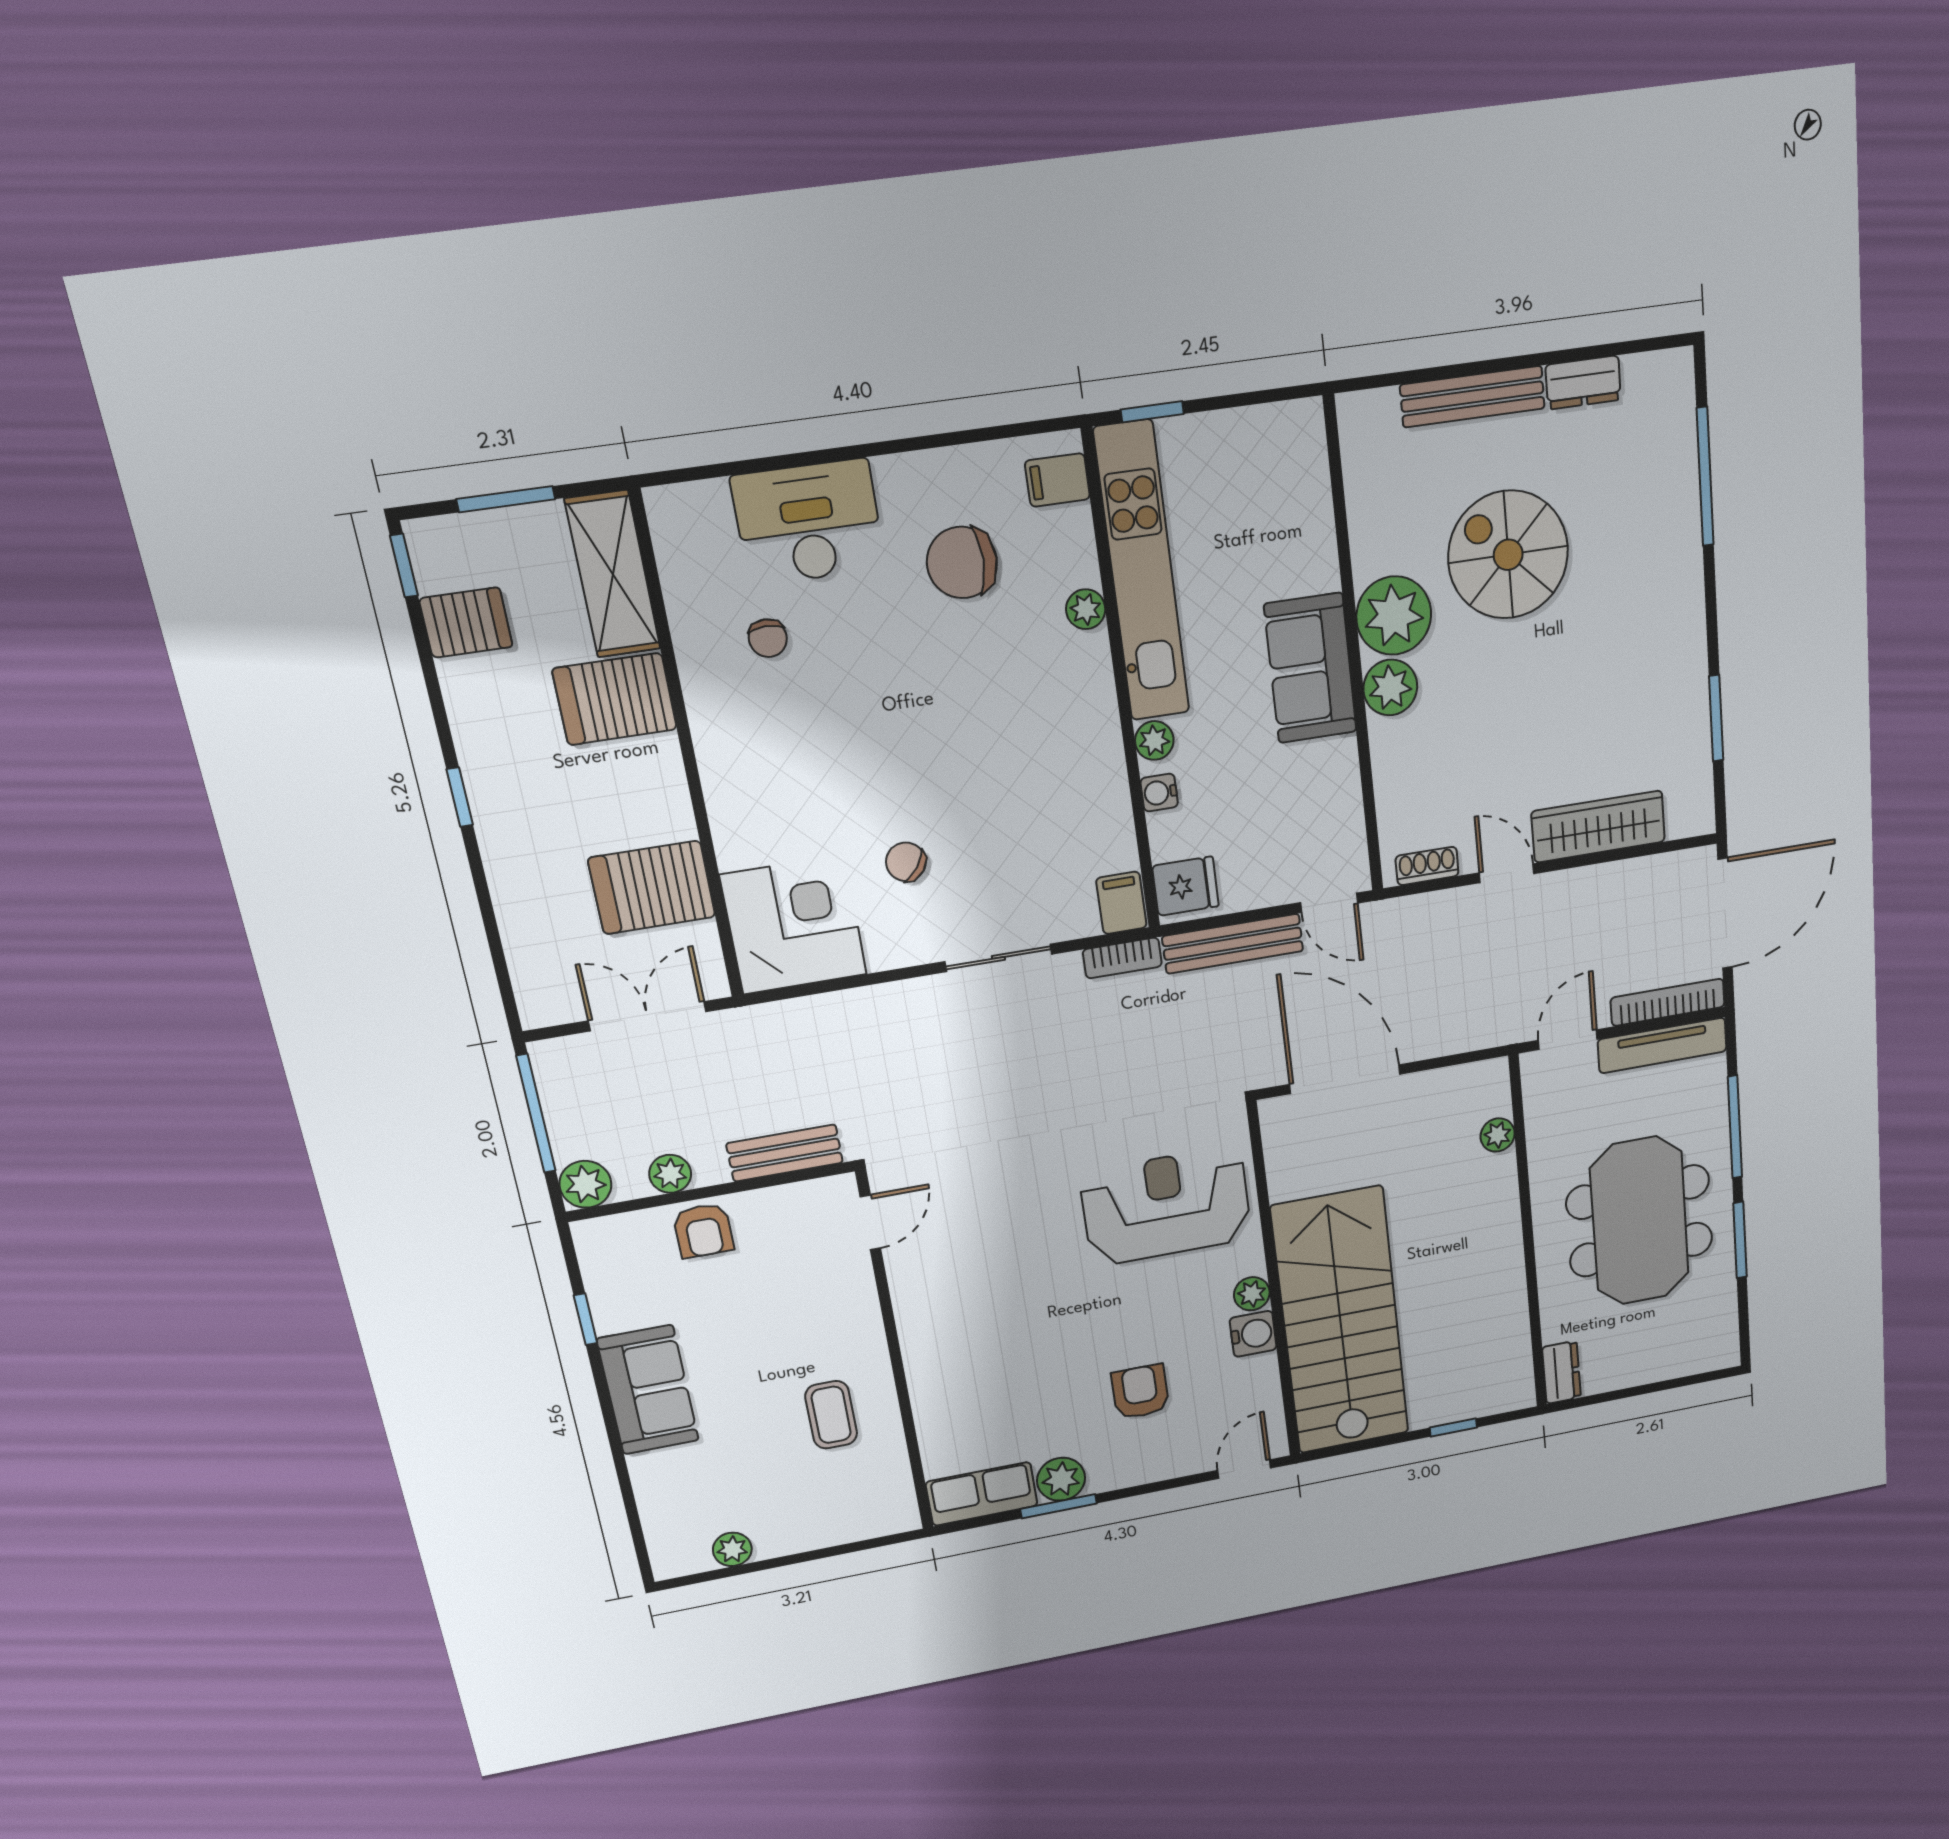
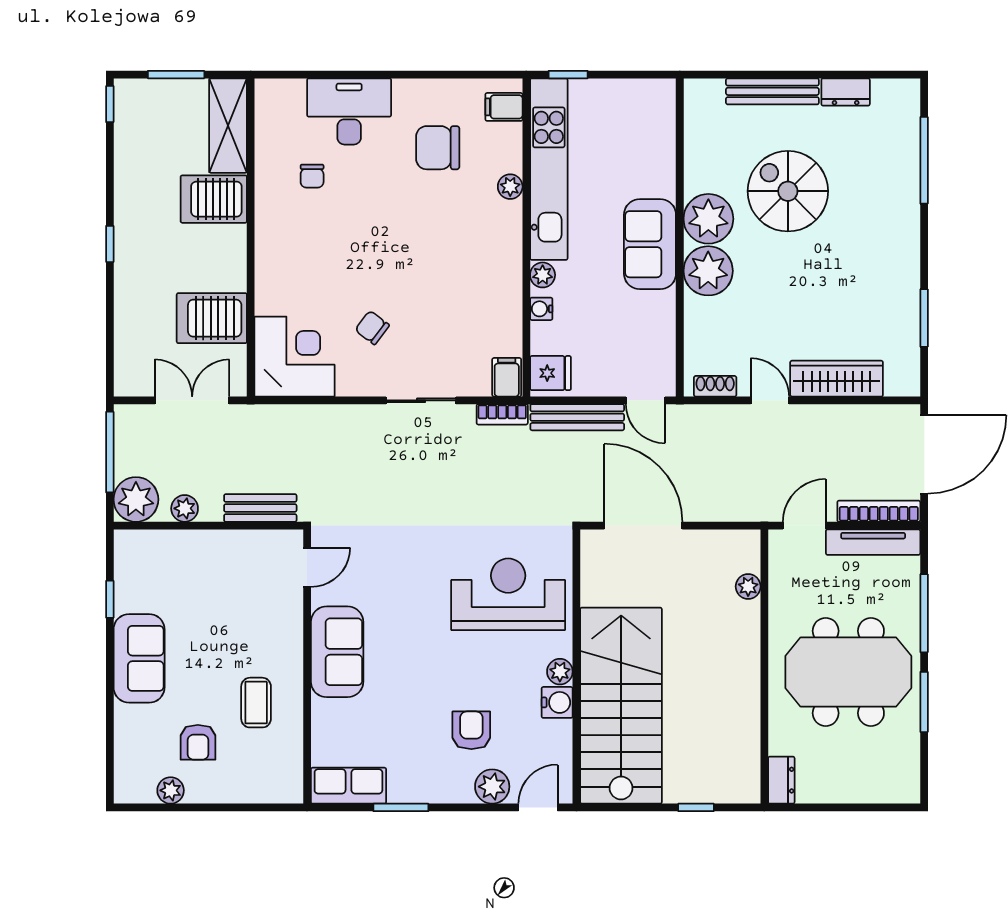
server rack: (466, 623) -> (137, 142), removed
plant: (1390, 687) -> (708, 271), width x1.36, depth x1.36
plant: (585, 1184) -> (136, 499), width x1.36, depth x1.36
meeting table: (1640, 1221) -> (848, 672), turned 90
armchair: (703, 1231) -> (198, 742), moved
sofa: (935, 1327) -> (337, 652), added
plant: (1061, 1479) -> (492, 787), moved

